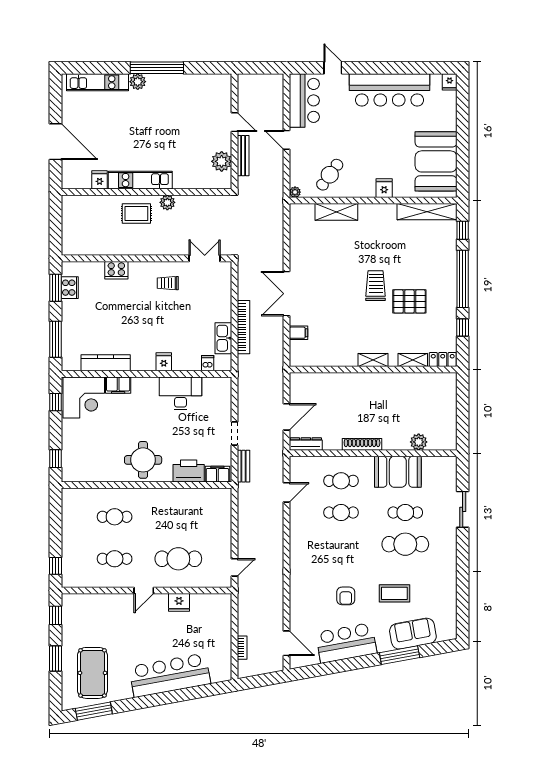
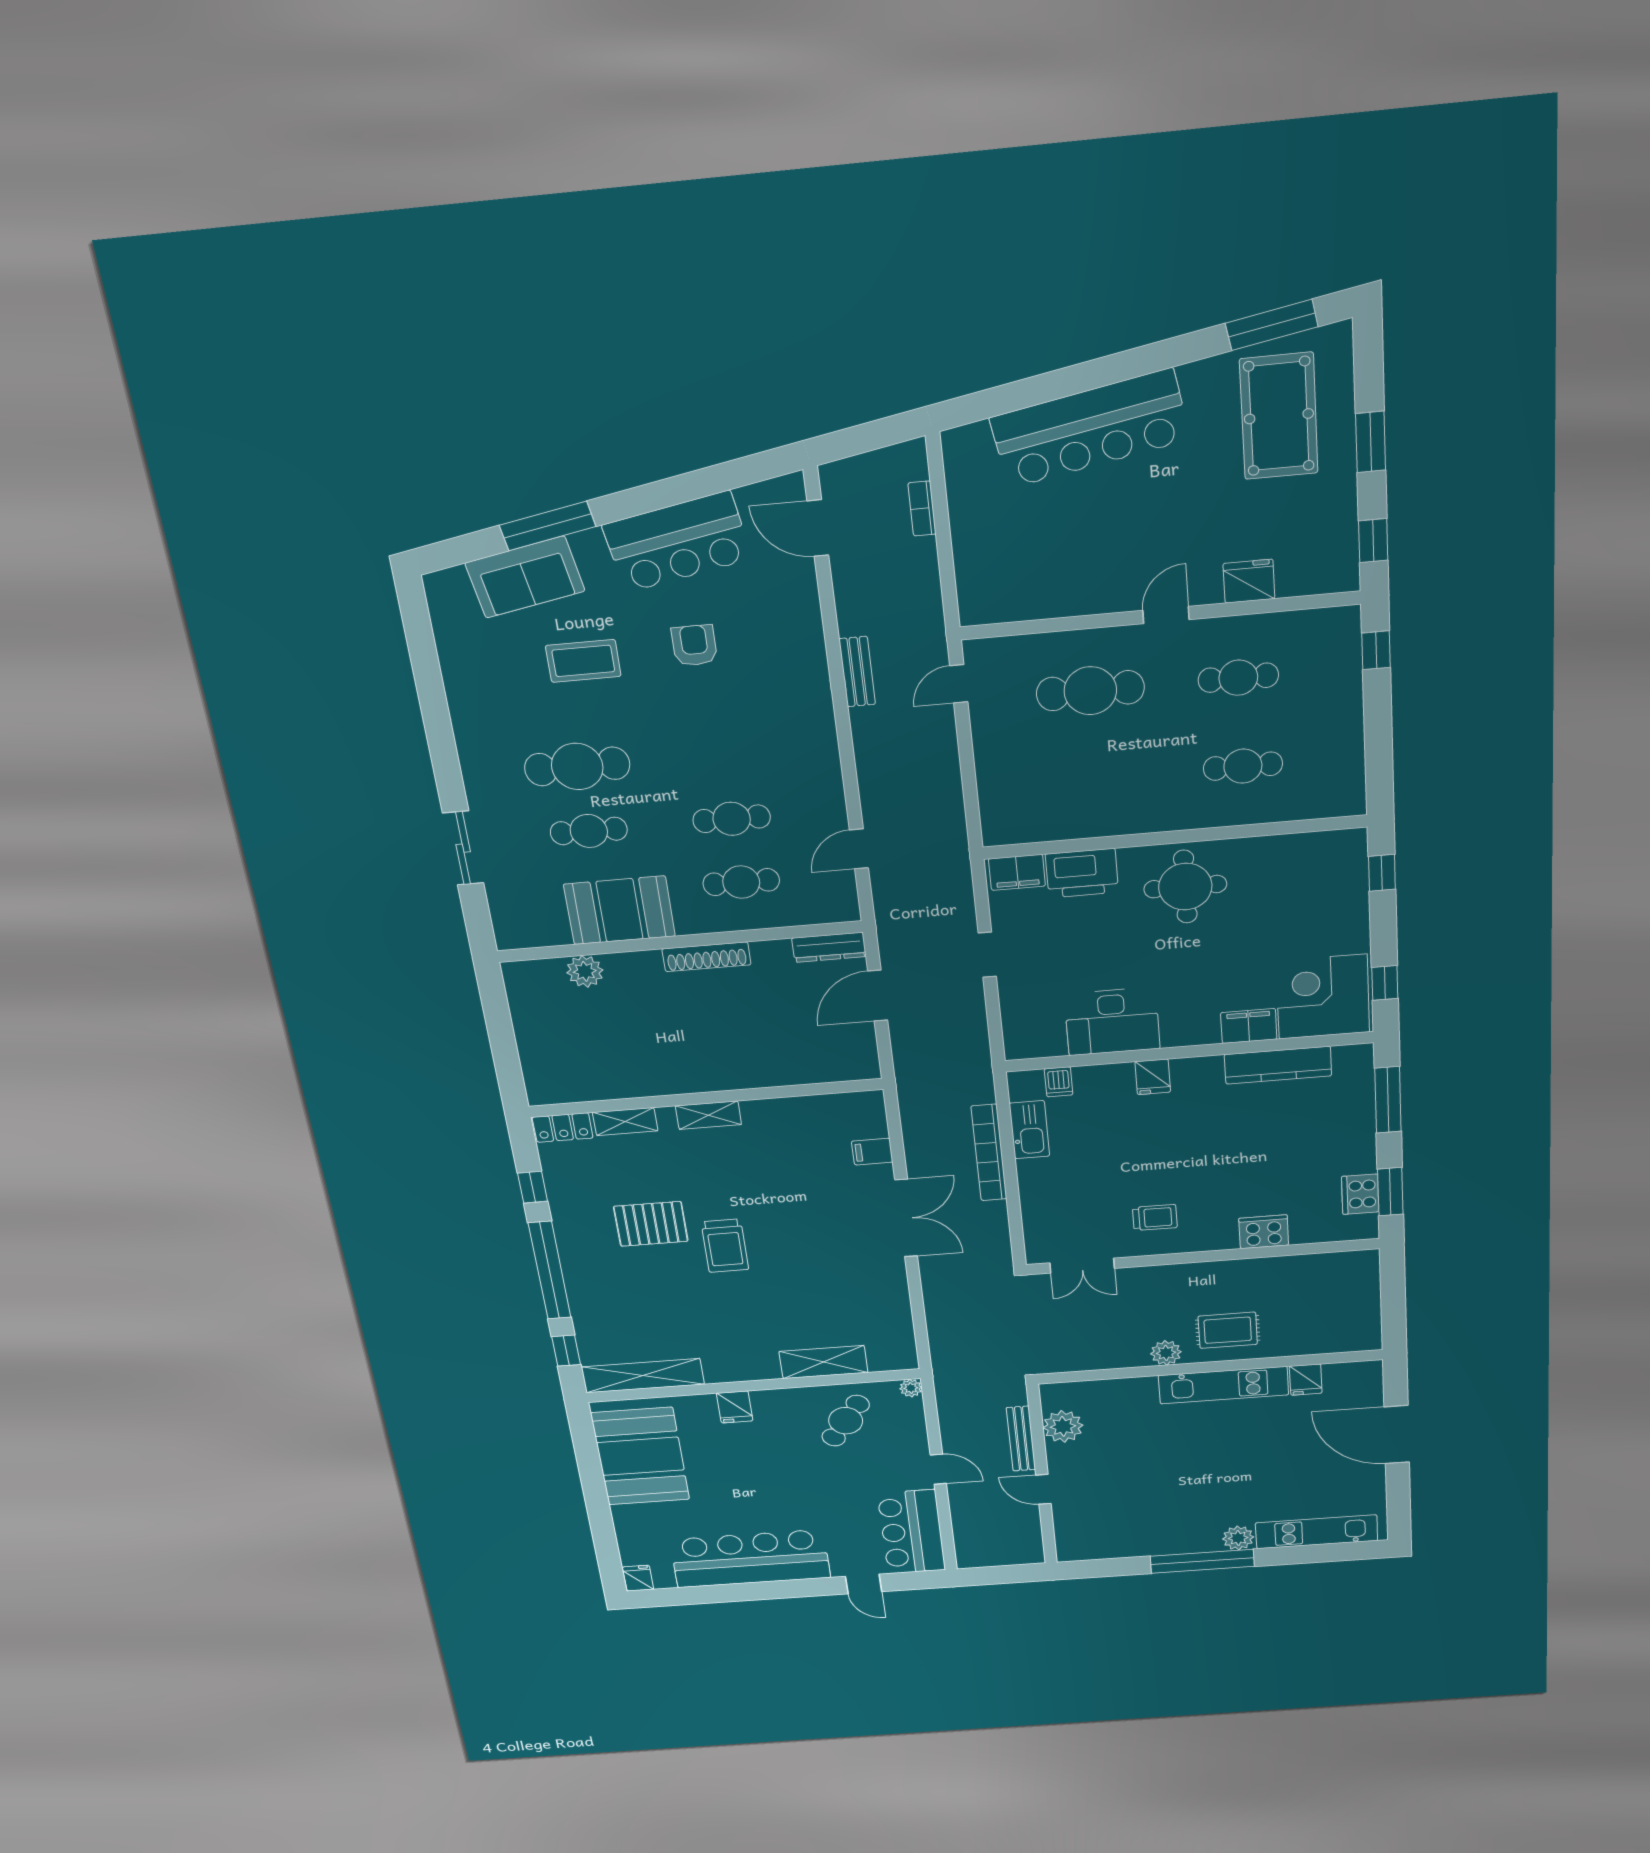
bench: (244, 466) -> (857, 672), moved
fridge: (179, 602) -> (1249, 581), moved

